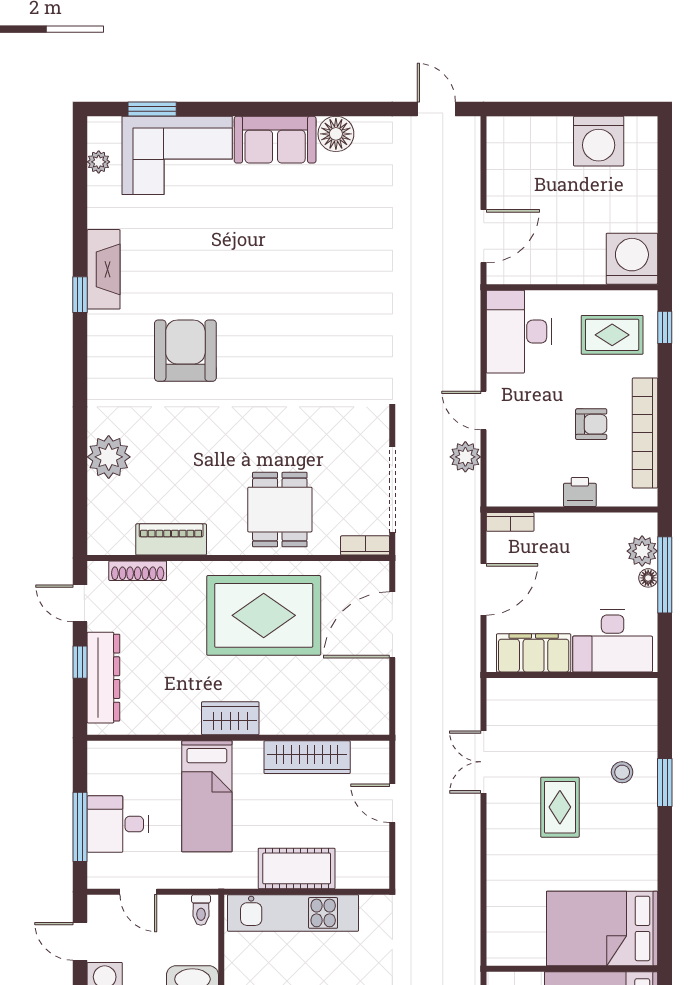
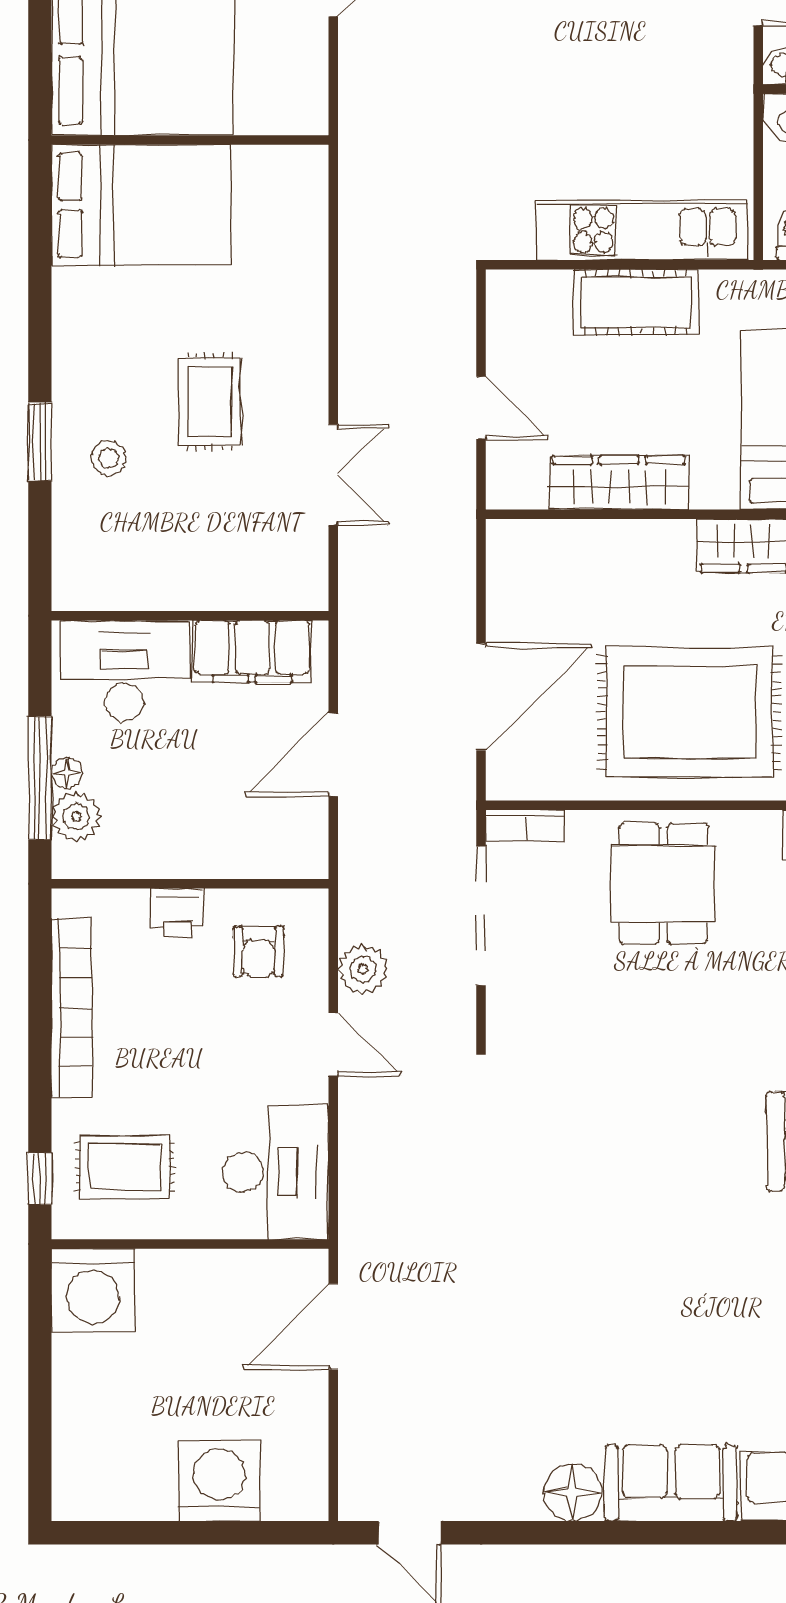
washing machine: (599, 141) -> (219, 1481), moved
armchair: (591, 424) -> (259, 951), moved, turned -90
bookcase: (510, 522) -> (290, 864), removed

